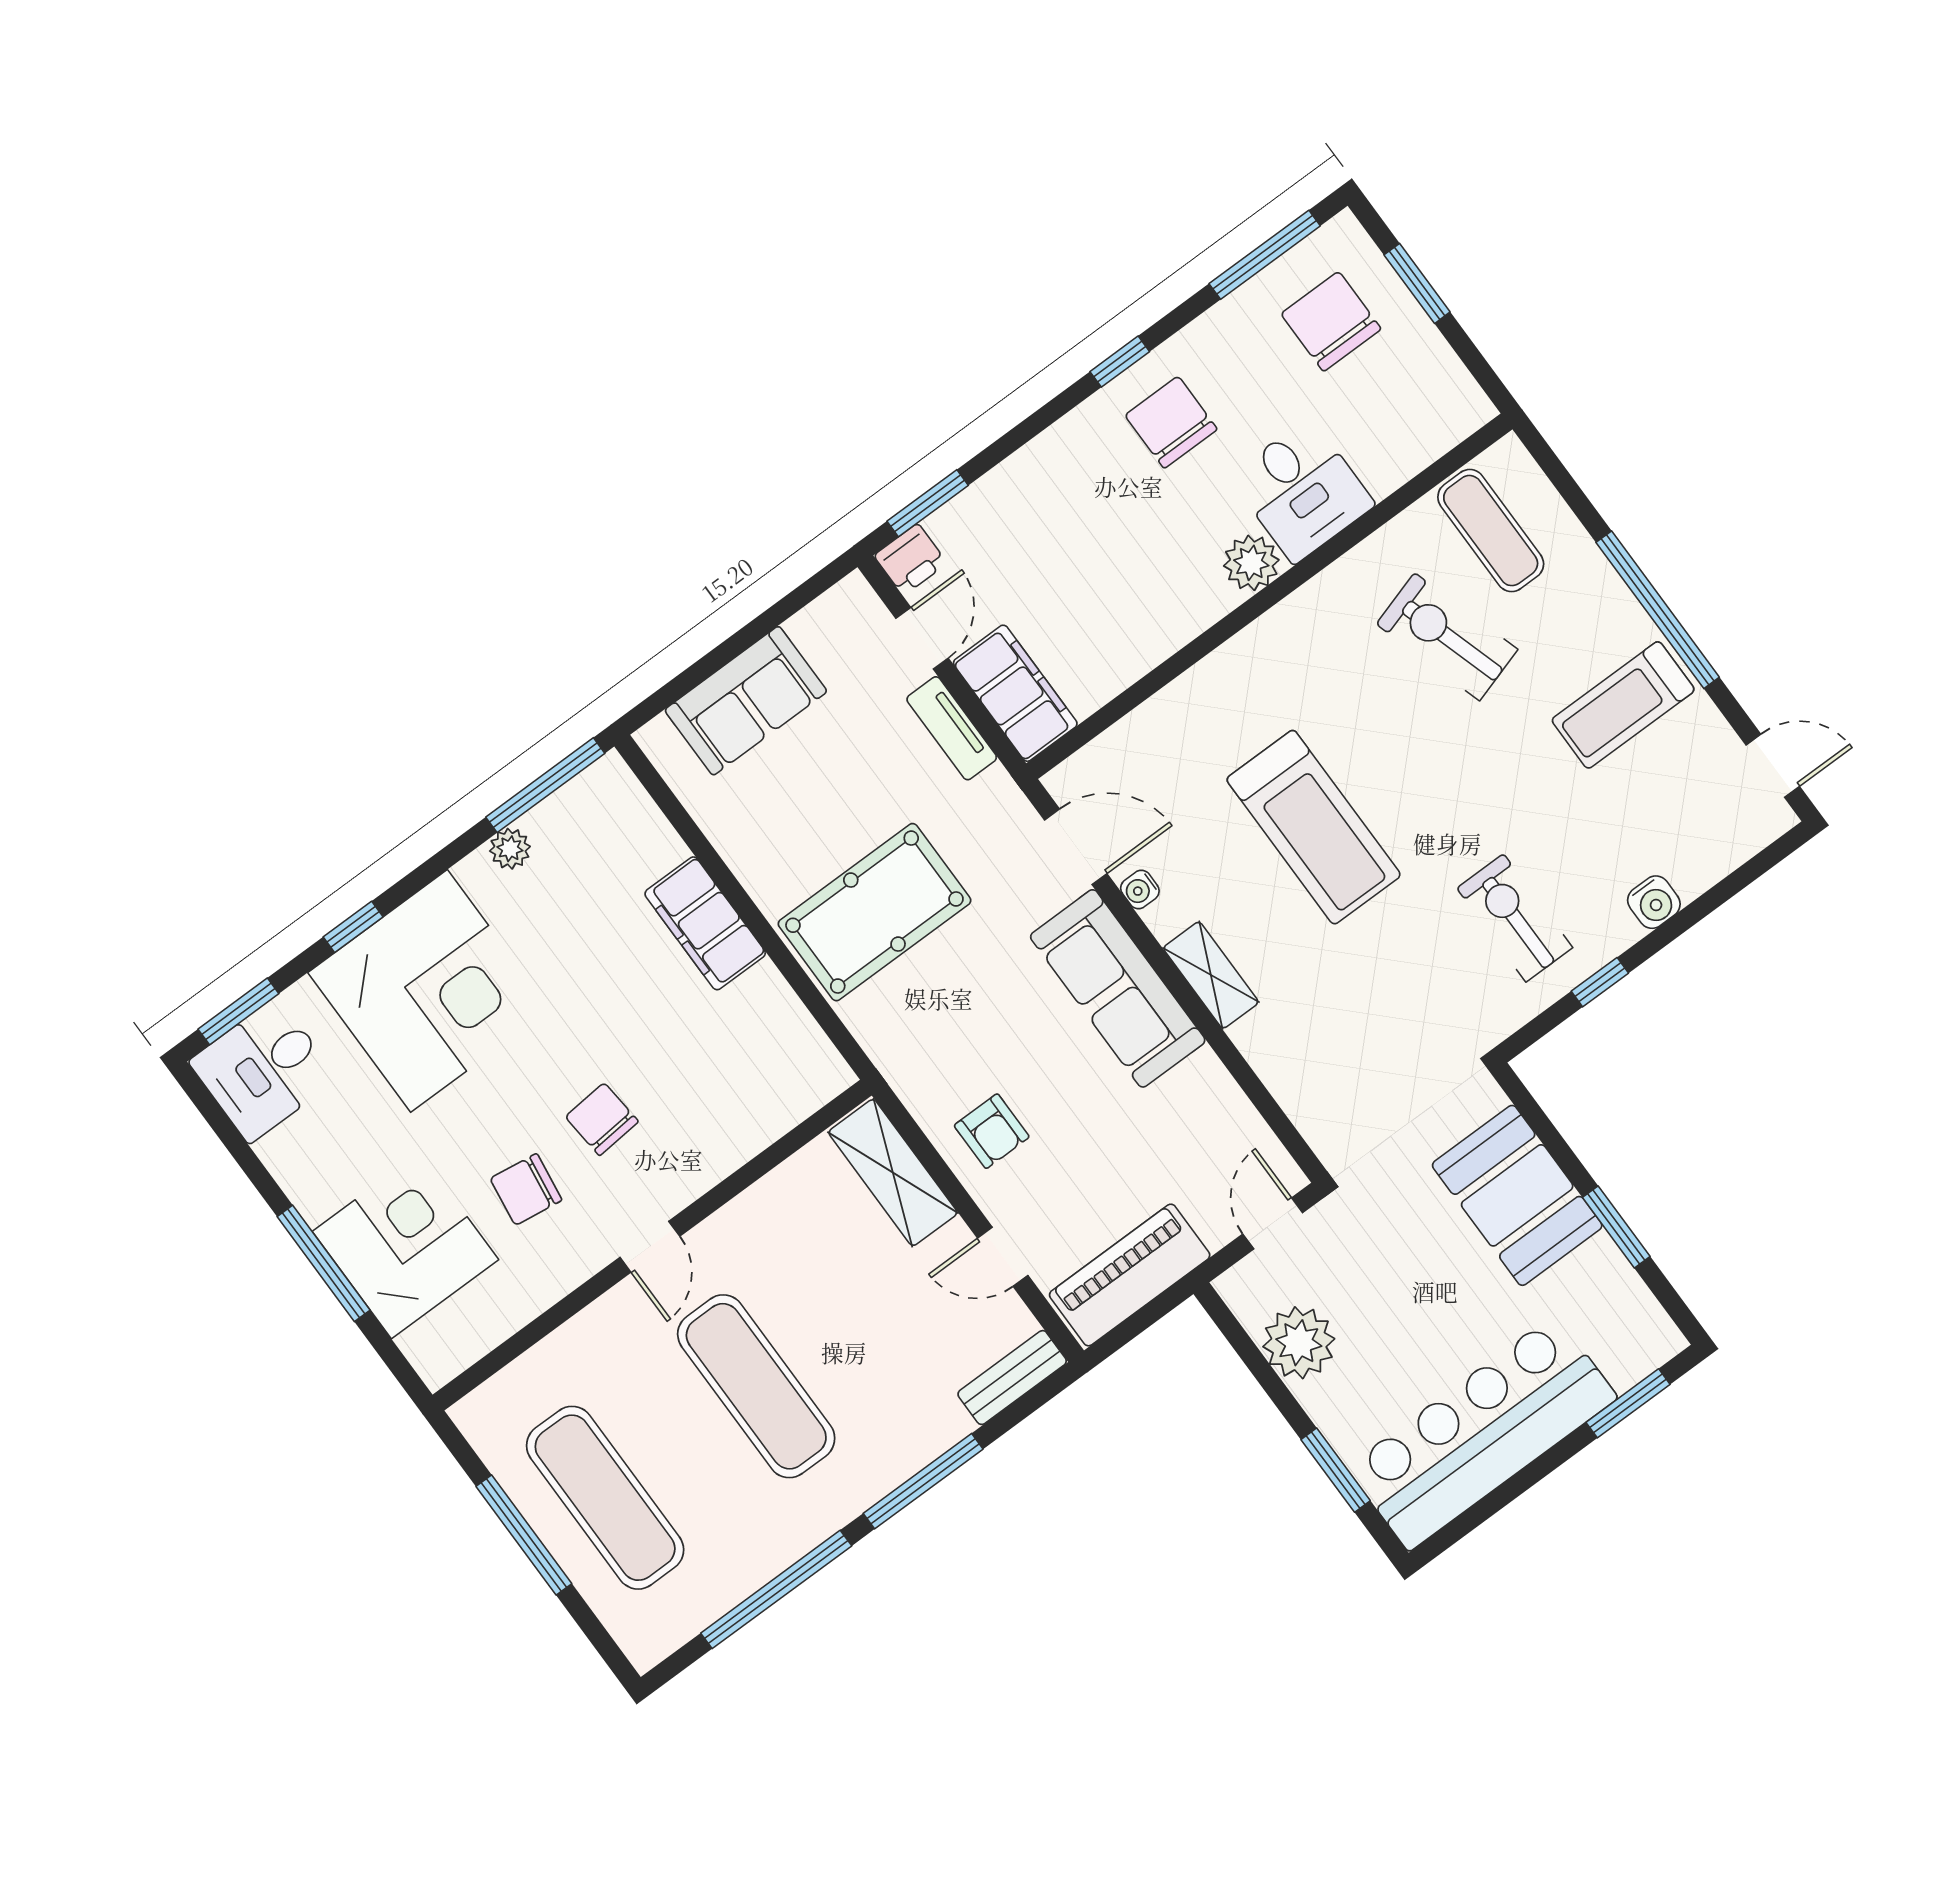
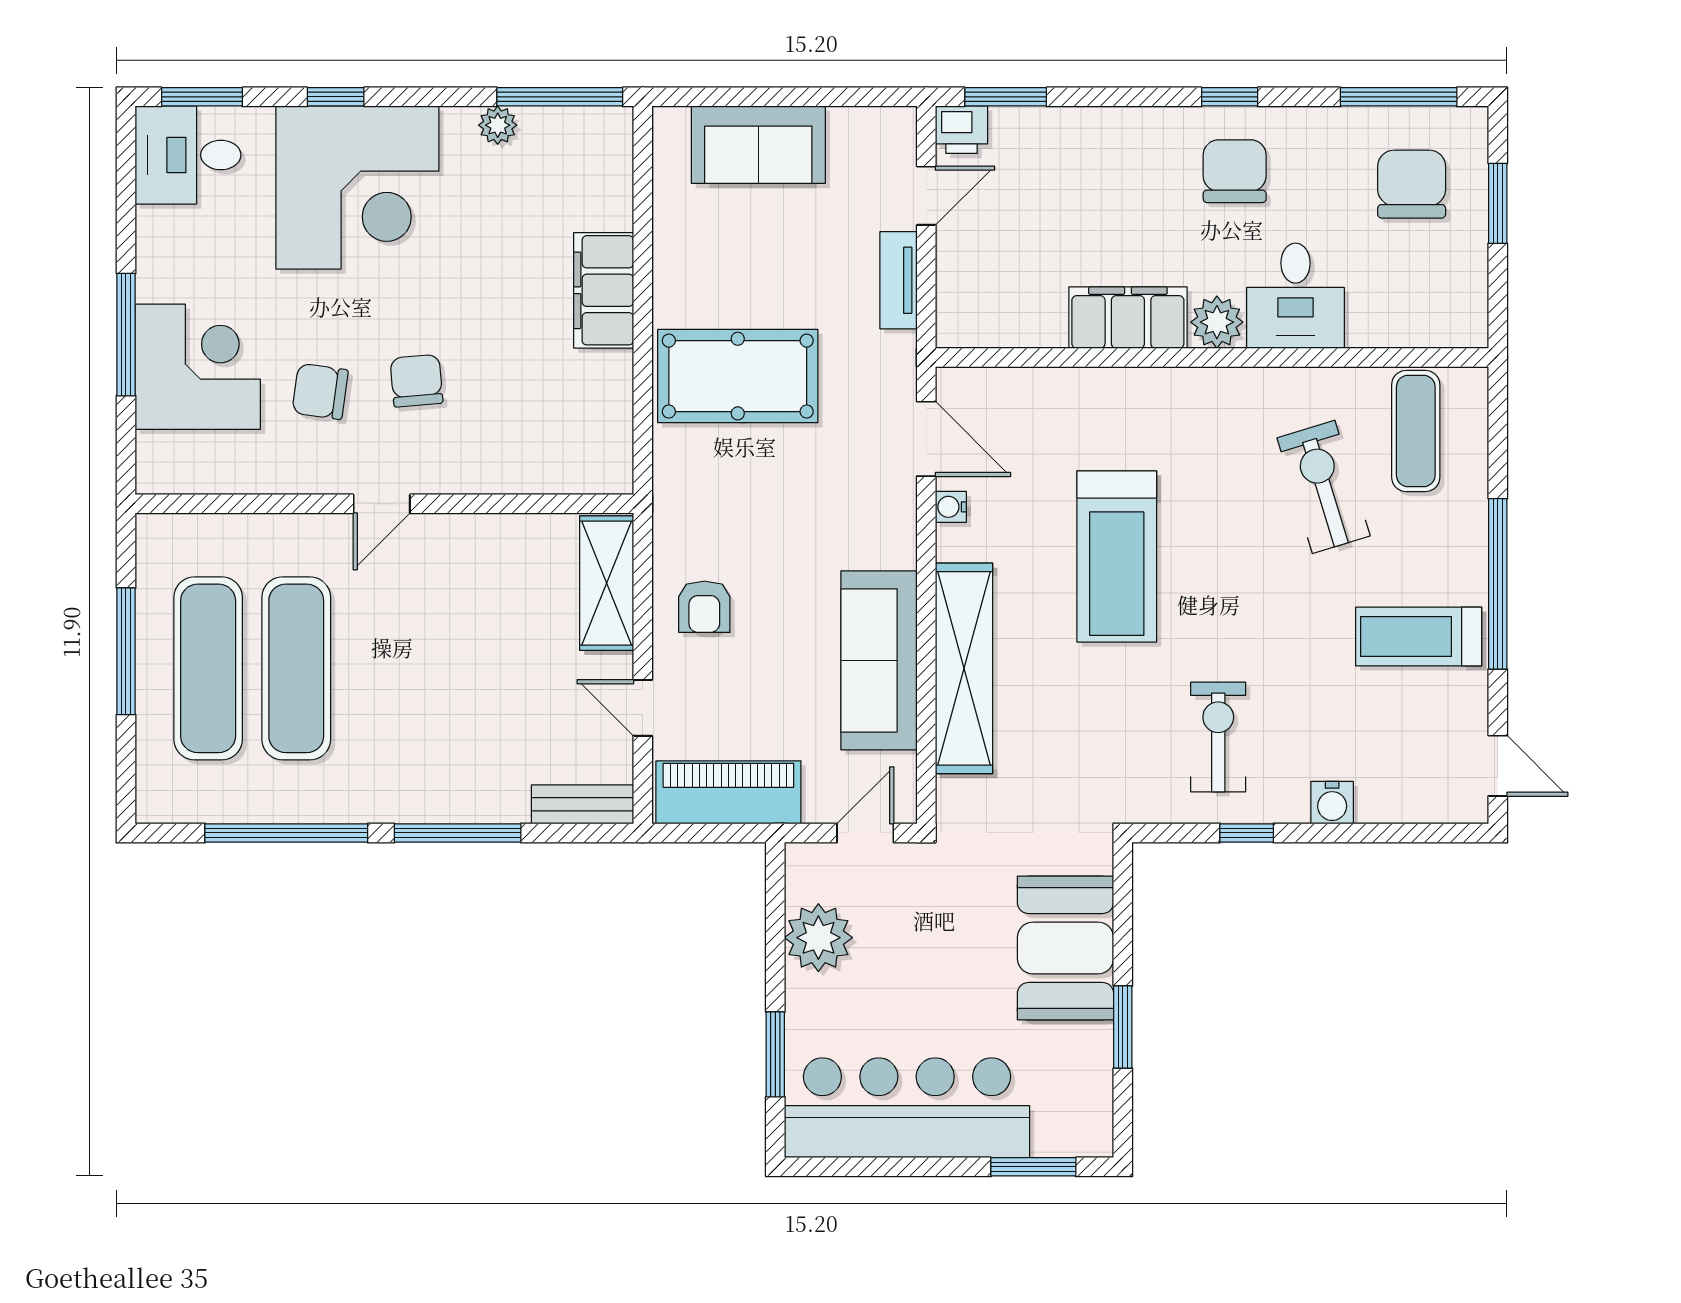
filing cabinet: (1015, 693) -> (1128, 318), moved, turned -90
shelving: (1211, 975) -> (964, 668), width x2.20, depth x1.33
sofa: (1118, 988) -> (879, 660), moved
exercise mat: (756, 1386) -> (296, 668), moved

